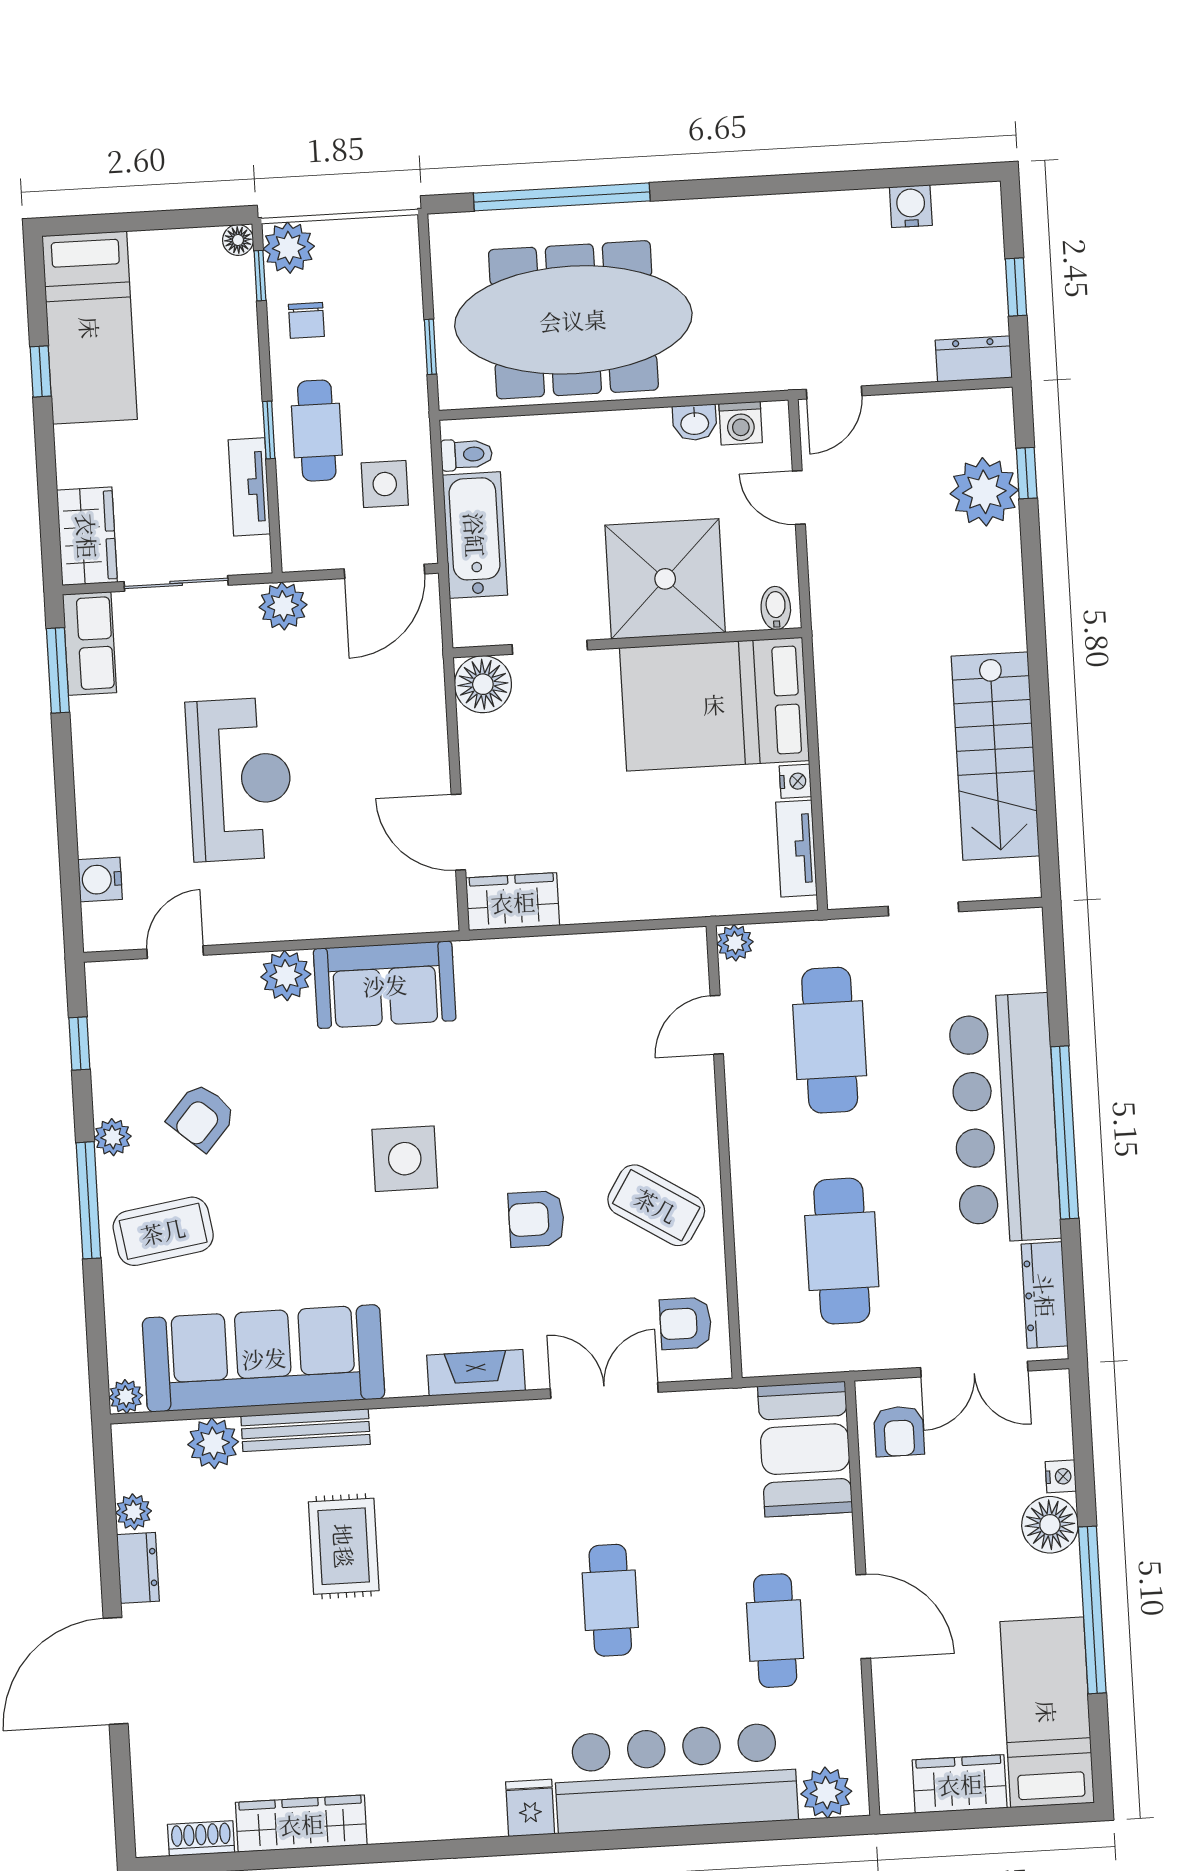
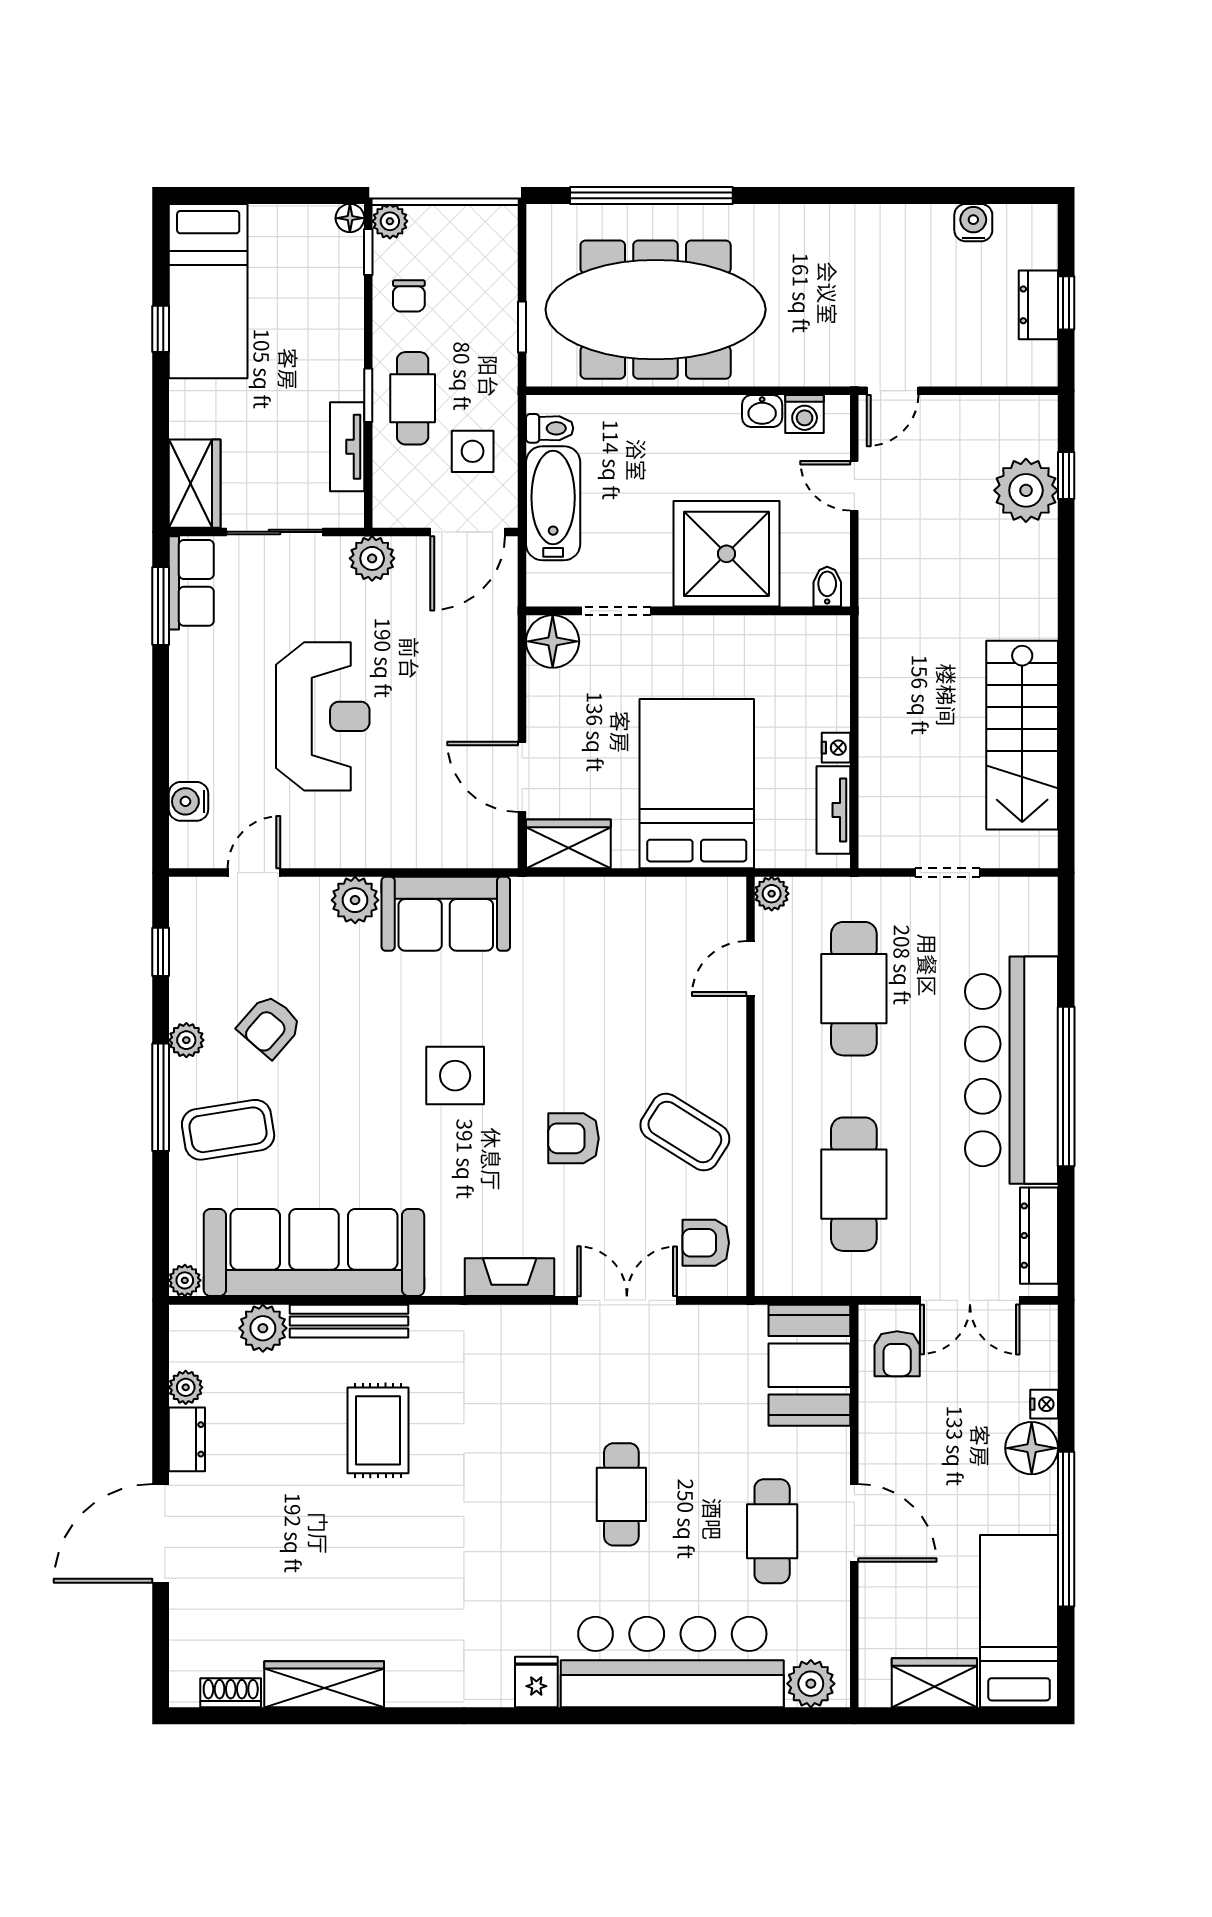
plant: (289, 248) -> (390, 221), width x0.73, depth x0.73
dresser: (974, 359) -> (1038, 305), moved, turned -90
bed: (714, 704) -> (697, 784), moved, turned 90

